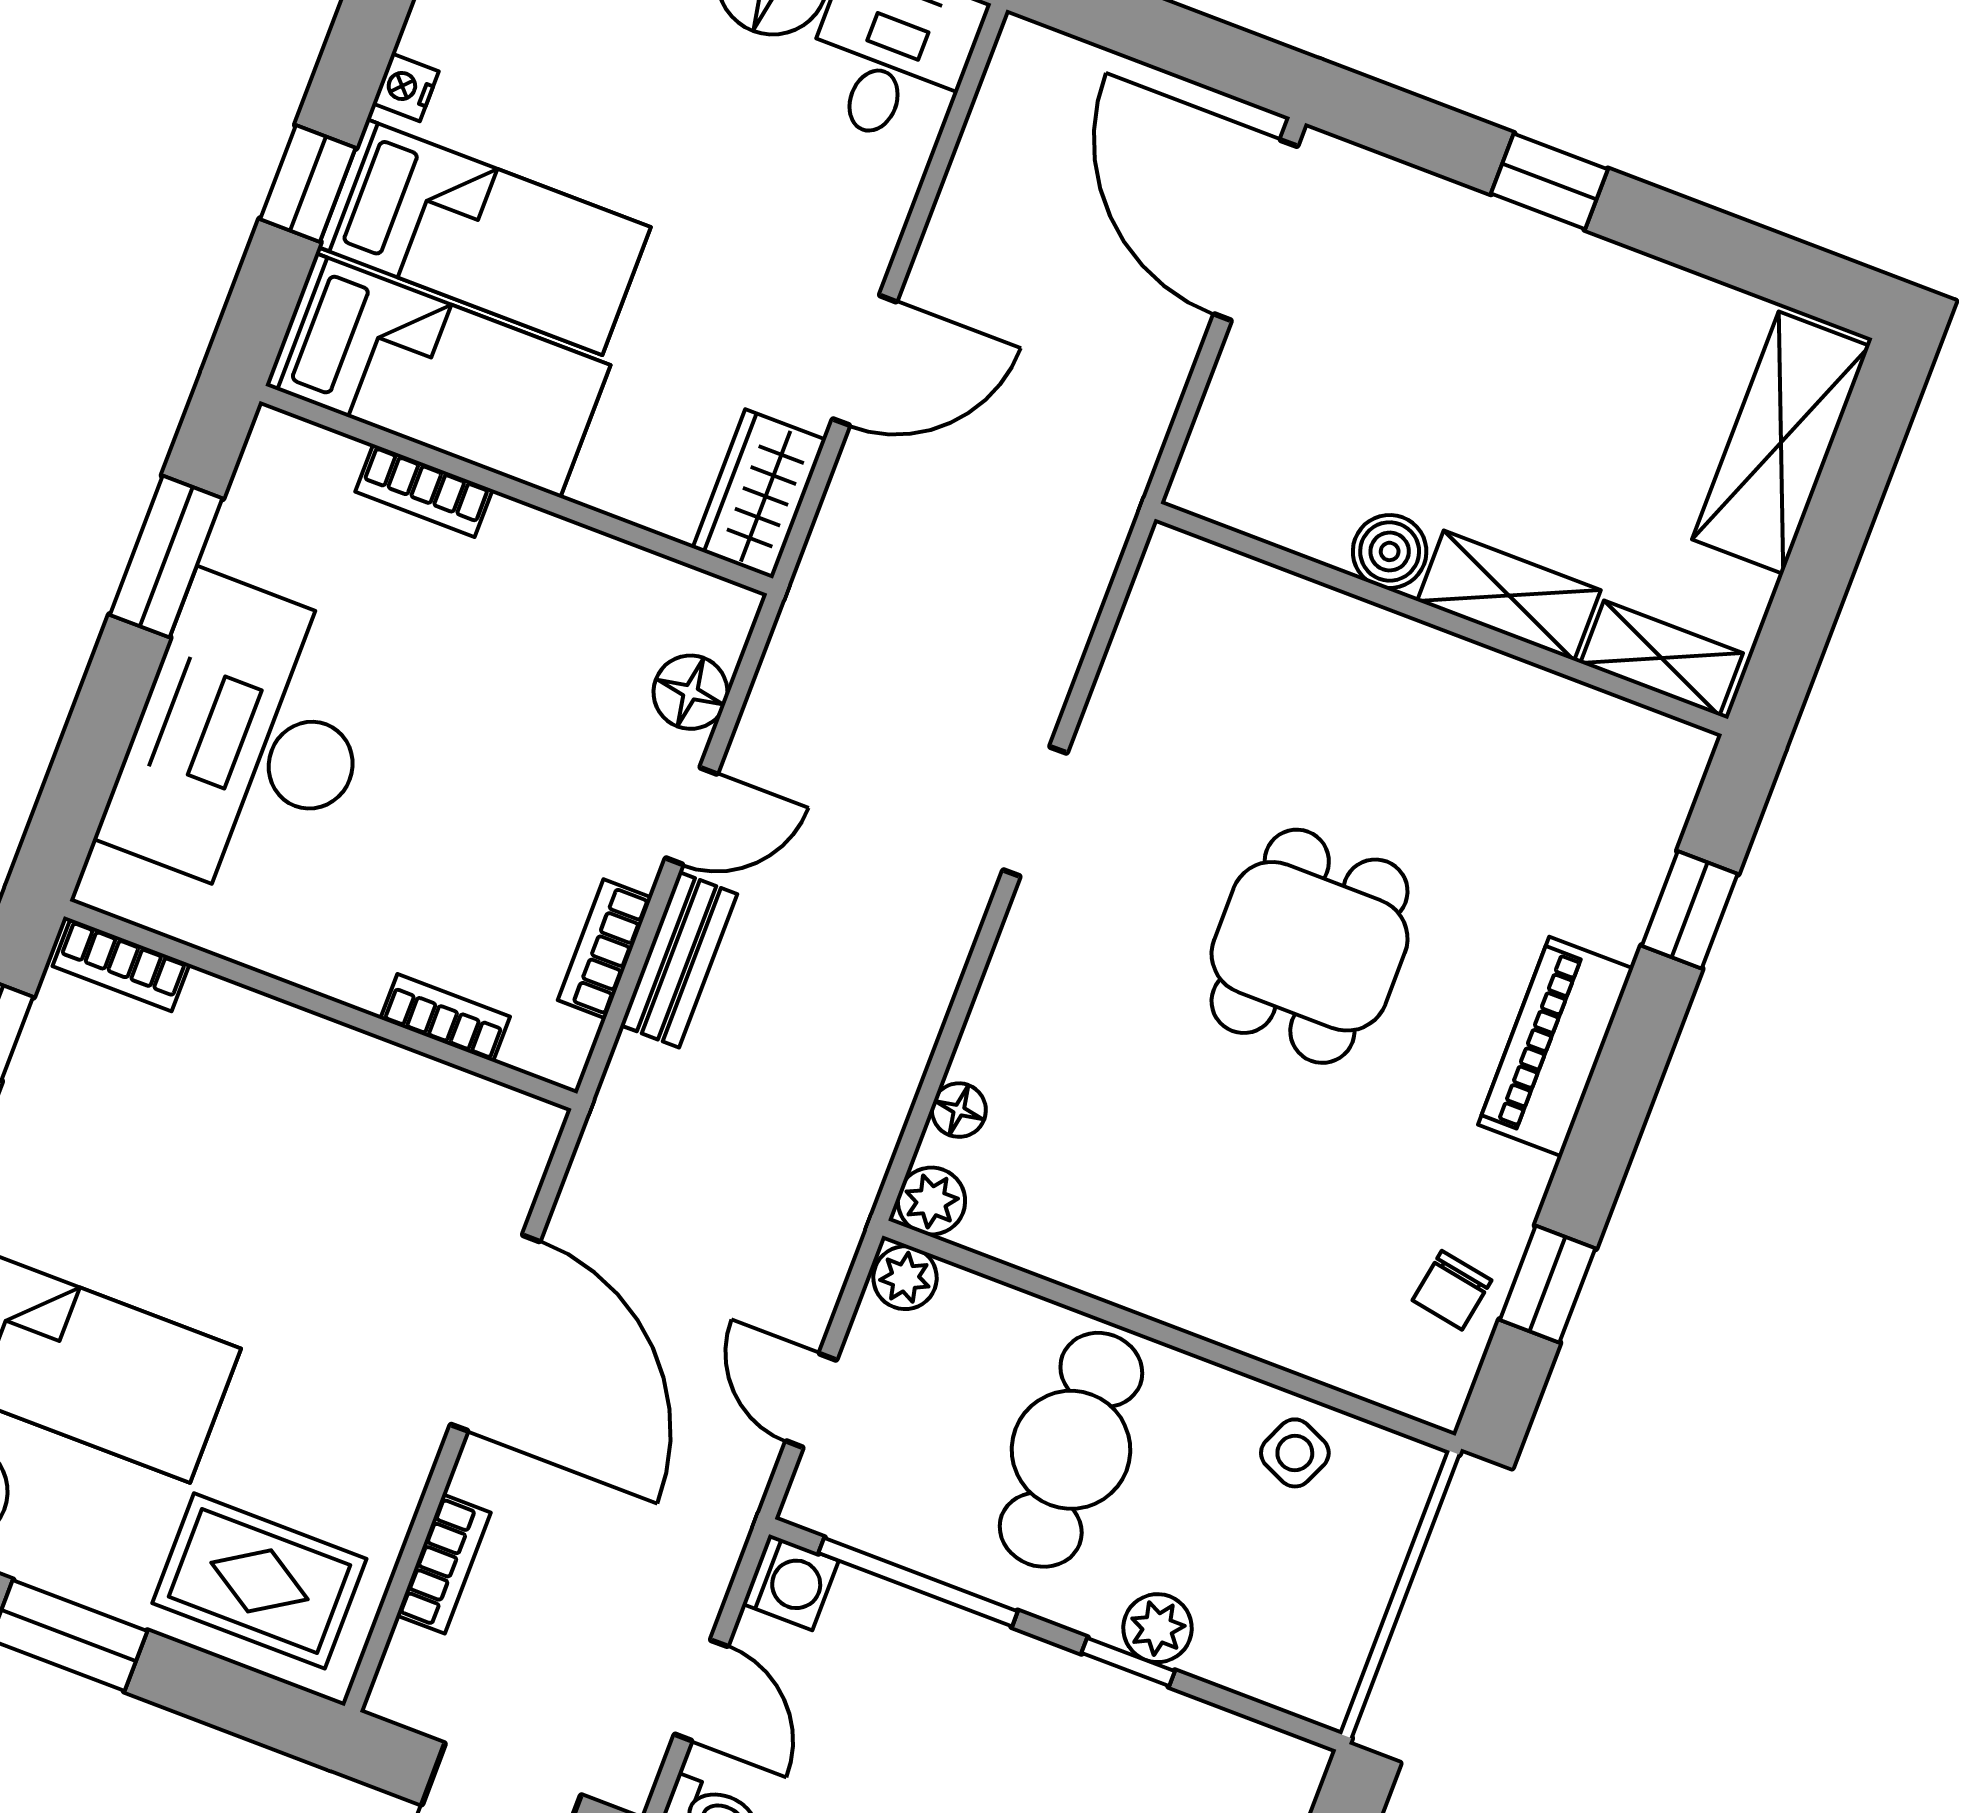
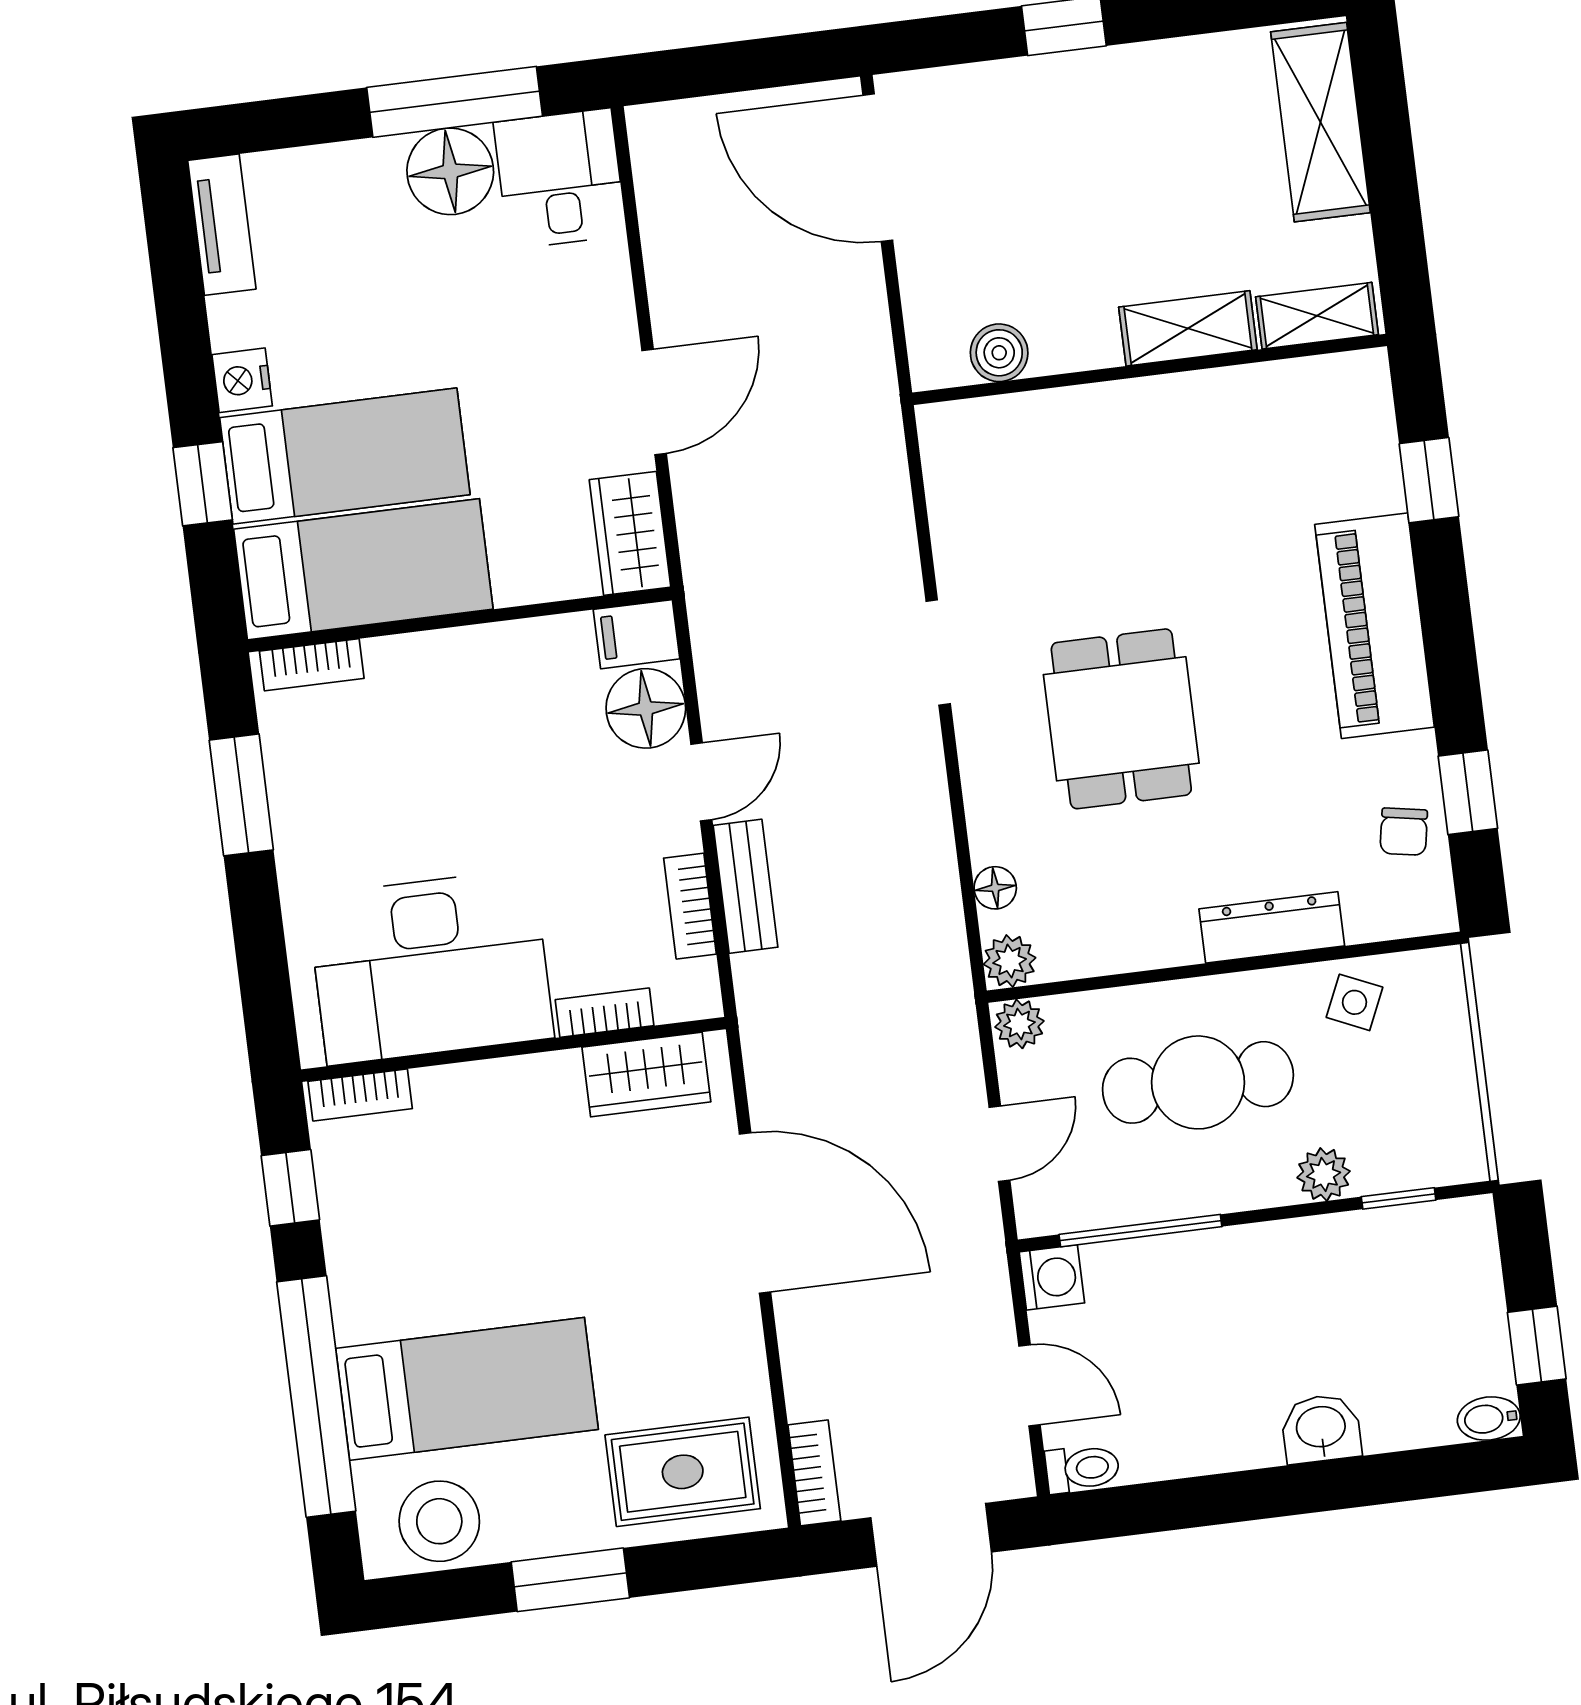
nightstand: (406, 87) -> (242, 380), width x1.39, depth x1.35
bookcase: (424, 491) -> (312, 665), moved
boiler: (1390, 551) -> (999, 353), moved
filing cabinet: (706, 611) -> (636, 634), added
floor lamp: (691, 692) -> (646, 708), width x1.38, depth x1.38
desk: (247, 741) -> (430, 967), moved, turned -90
dining table: (1310, 946) -> (1121, 719), moved
piano: (1555, 1047) -> (1375, 626), width x1.37, depth x1.33
wardrobe: (455, 1112) -> (646, 1075), added
dresser: (1246, 1319) -> (1272, 927), added
door: (811, 1401) -> (999, 1144), swing flipped
cafe table: (1071, 1450) -> (1198, 1082), turned 90
bookcase: (444, 1564) -> (814, 1473), moved
window: (1128, 1662) -> (1399, 1198), moved

